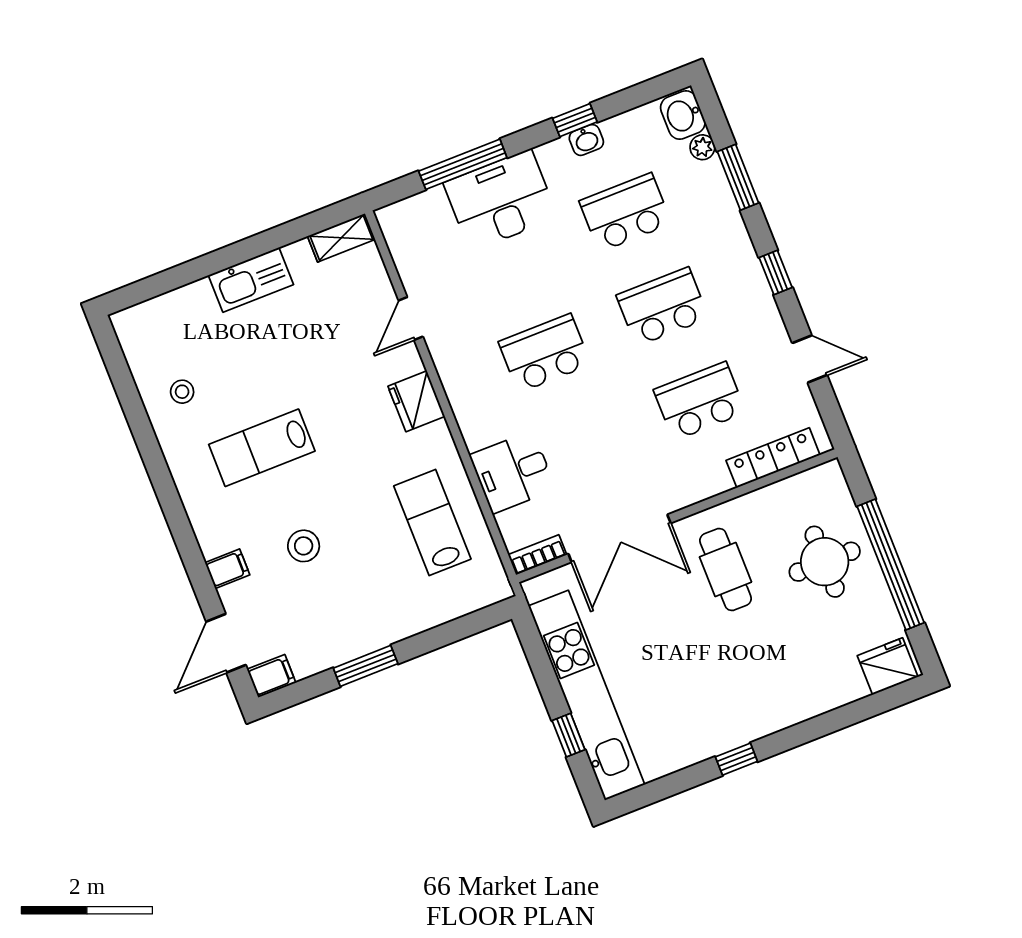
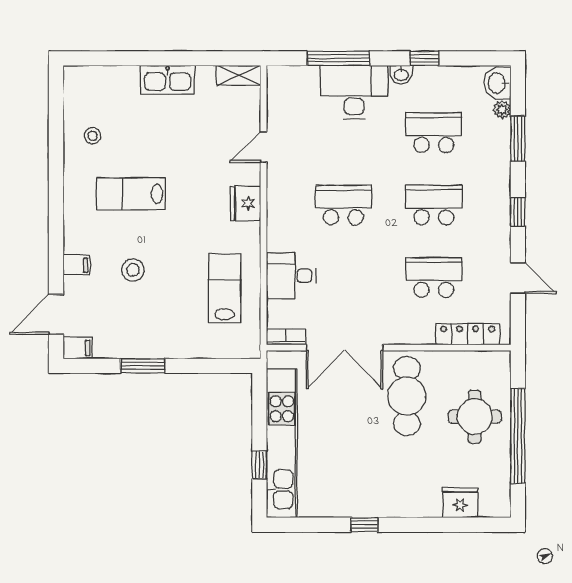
washbasin: (586, 140) -> (401, 74), moved
cafe table: (726, 569) -> (407, 396), width x1.37, depth x1.35
fridge: (888, 666) -> (460, 503), moved

